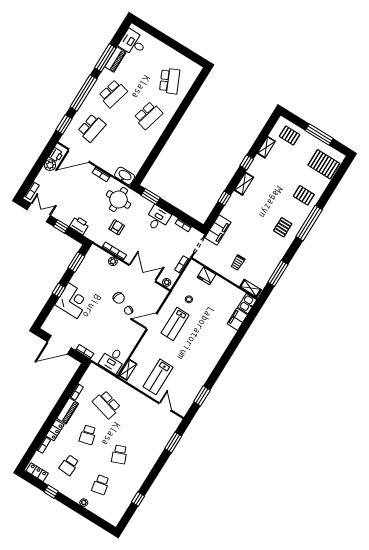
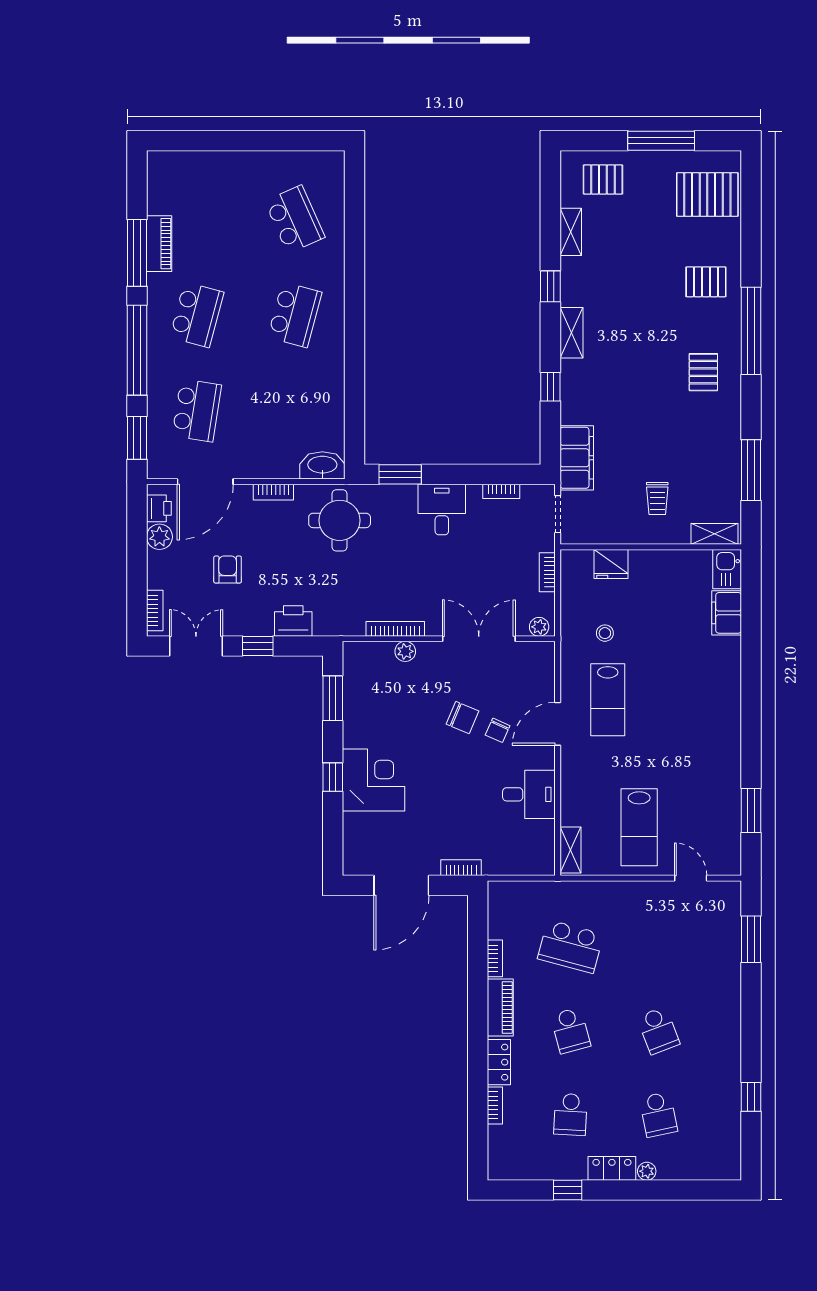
desk: (133, 43) -> (174, 189), removed
armchair: (117, 227) -> (228, 570), moved
desk: (113, 360) -> (529, 794), moved, turned -90
locker: (37, 472) -> (612, 1168), moved

